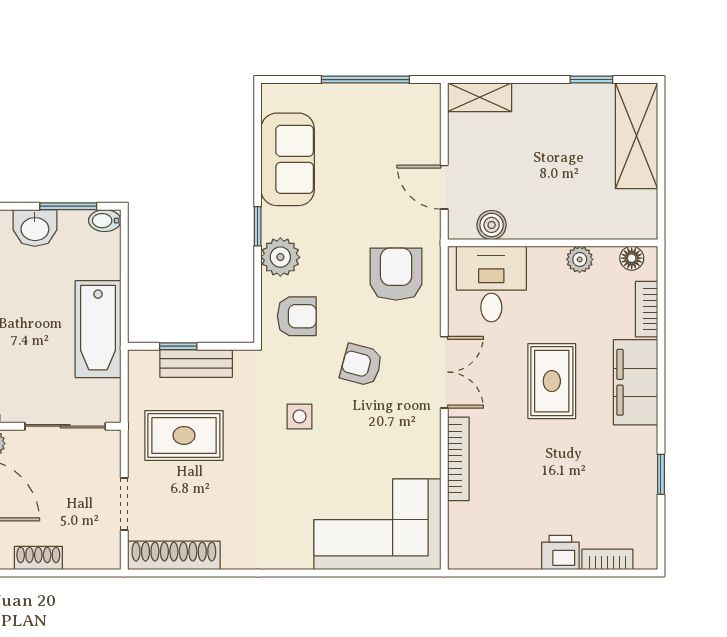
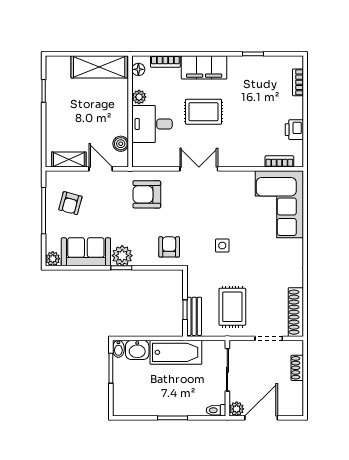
plant: (275, 97) -> (53, 259), added
shelving: (480, 97) -> (69, 159), moved, turned 90
shelving: (636, 136) -> (99, 67), moved
door: (444, 187) -> (101, 169), swing flipped
washbasin: (35, 228) -> (137, 350), moved, turned 90
plant: (280, 257) -> (122, 256), moved
desk: (491, 284) -> (152, 124), moved
bench: (196, 363) -> (194, 316), moved
armchair: (361, 365) -> (70, 203), moved
bookcase: (458, 459) -> (279, 161), moved, width x0.64
printer: (560, 552) -> (294, 130), moved
shoe rack: (38, 558) -> (297, 368), moved

